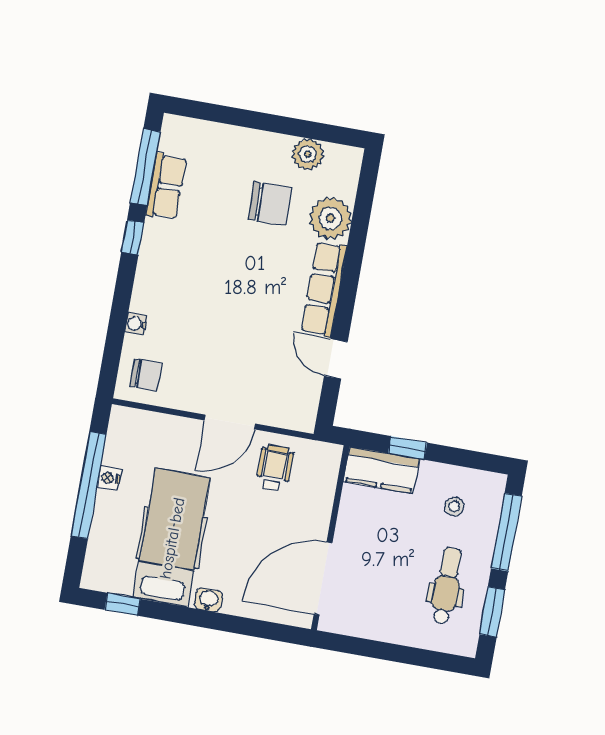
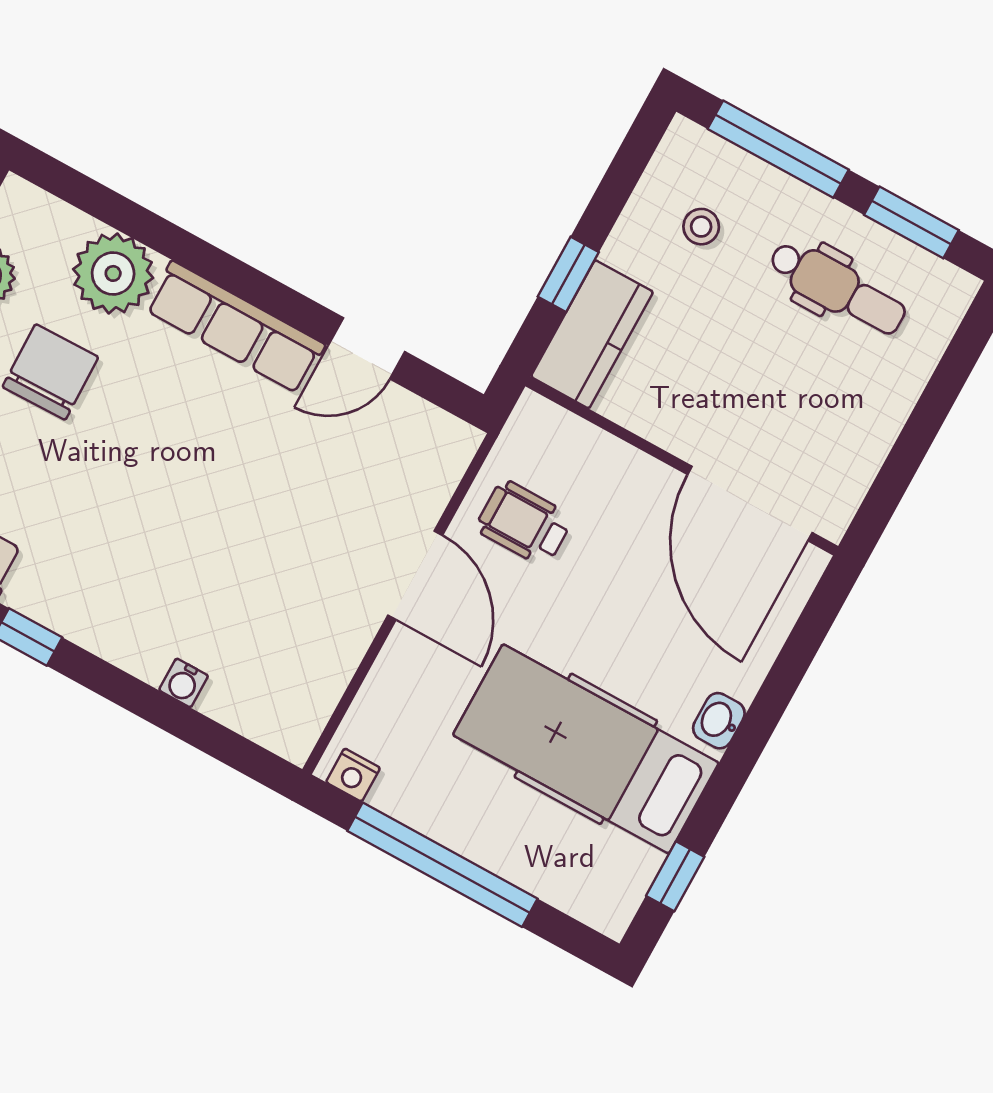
chair: (146, 375) -> (281, 696), removed
nightstand: (109, 478) -> (353, 775), moved
dental chair: (447, 586) -> (837, 288), turned 180

